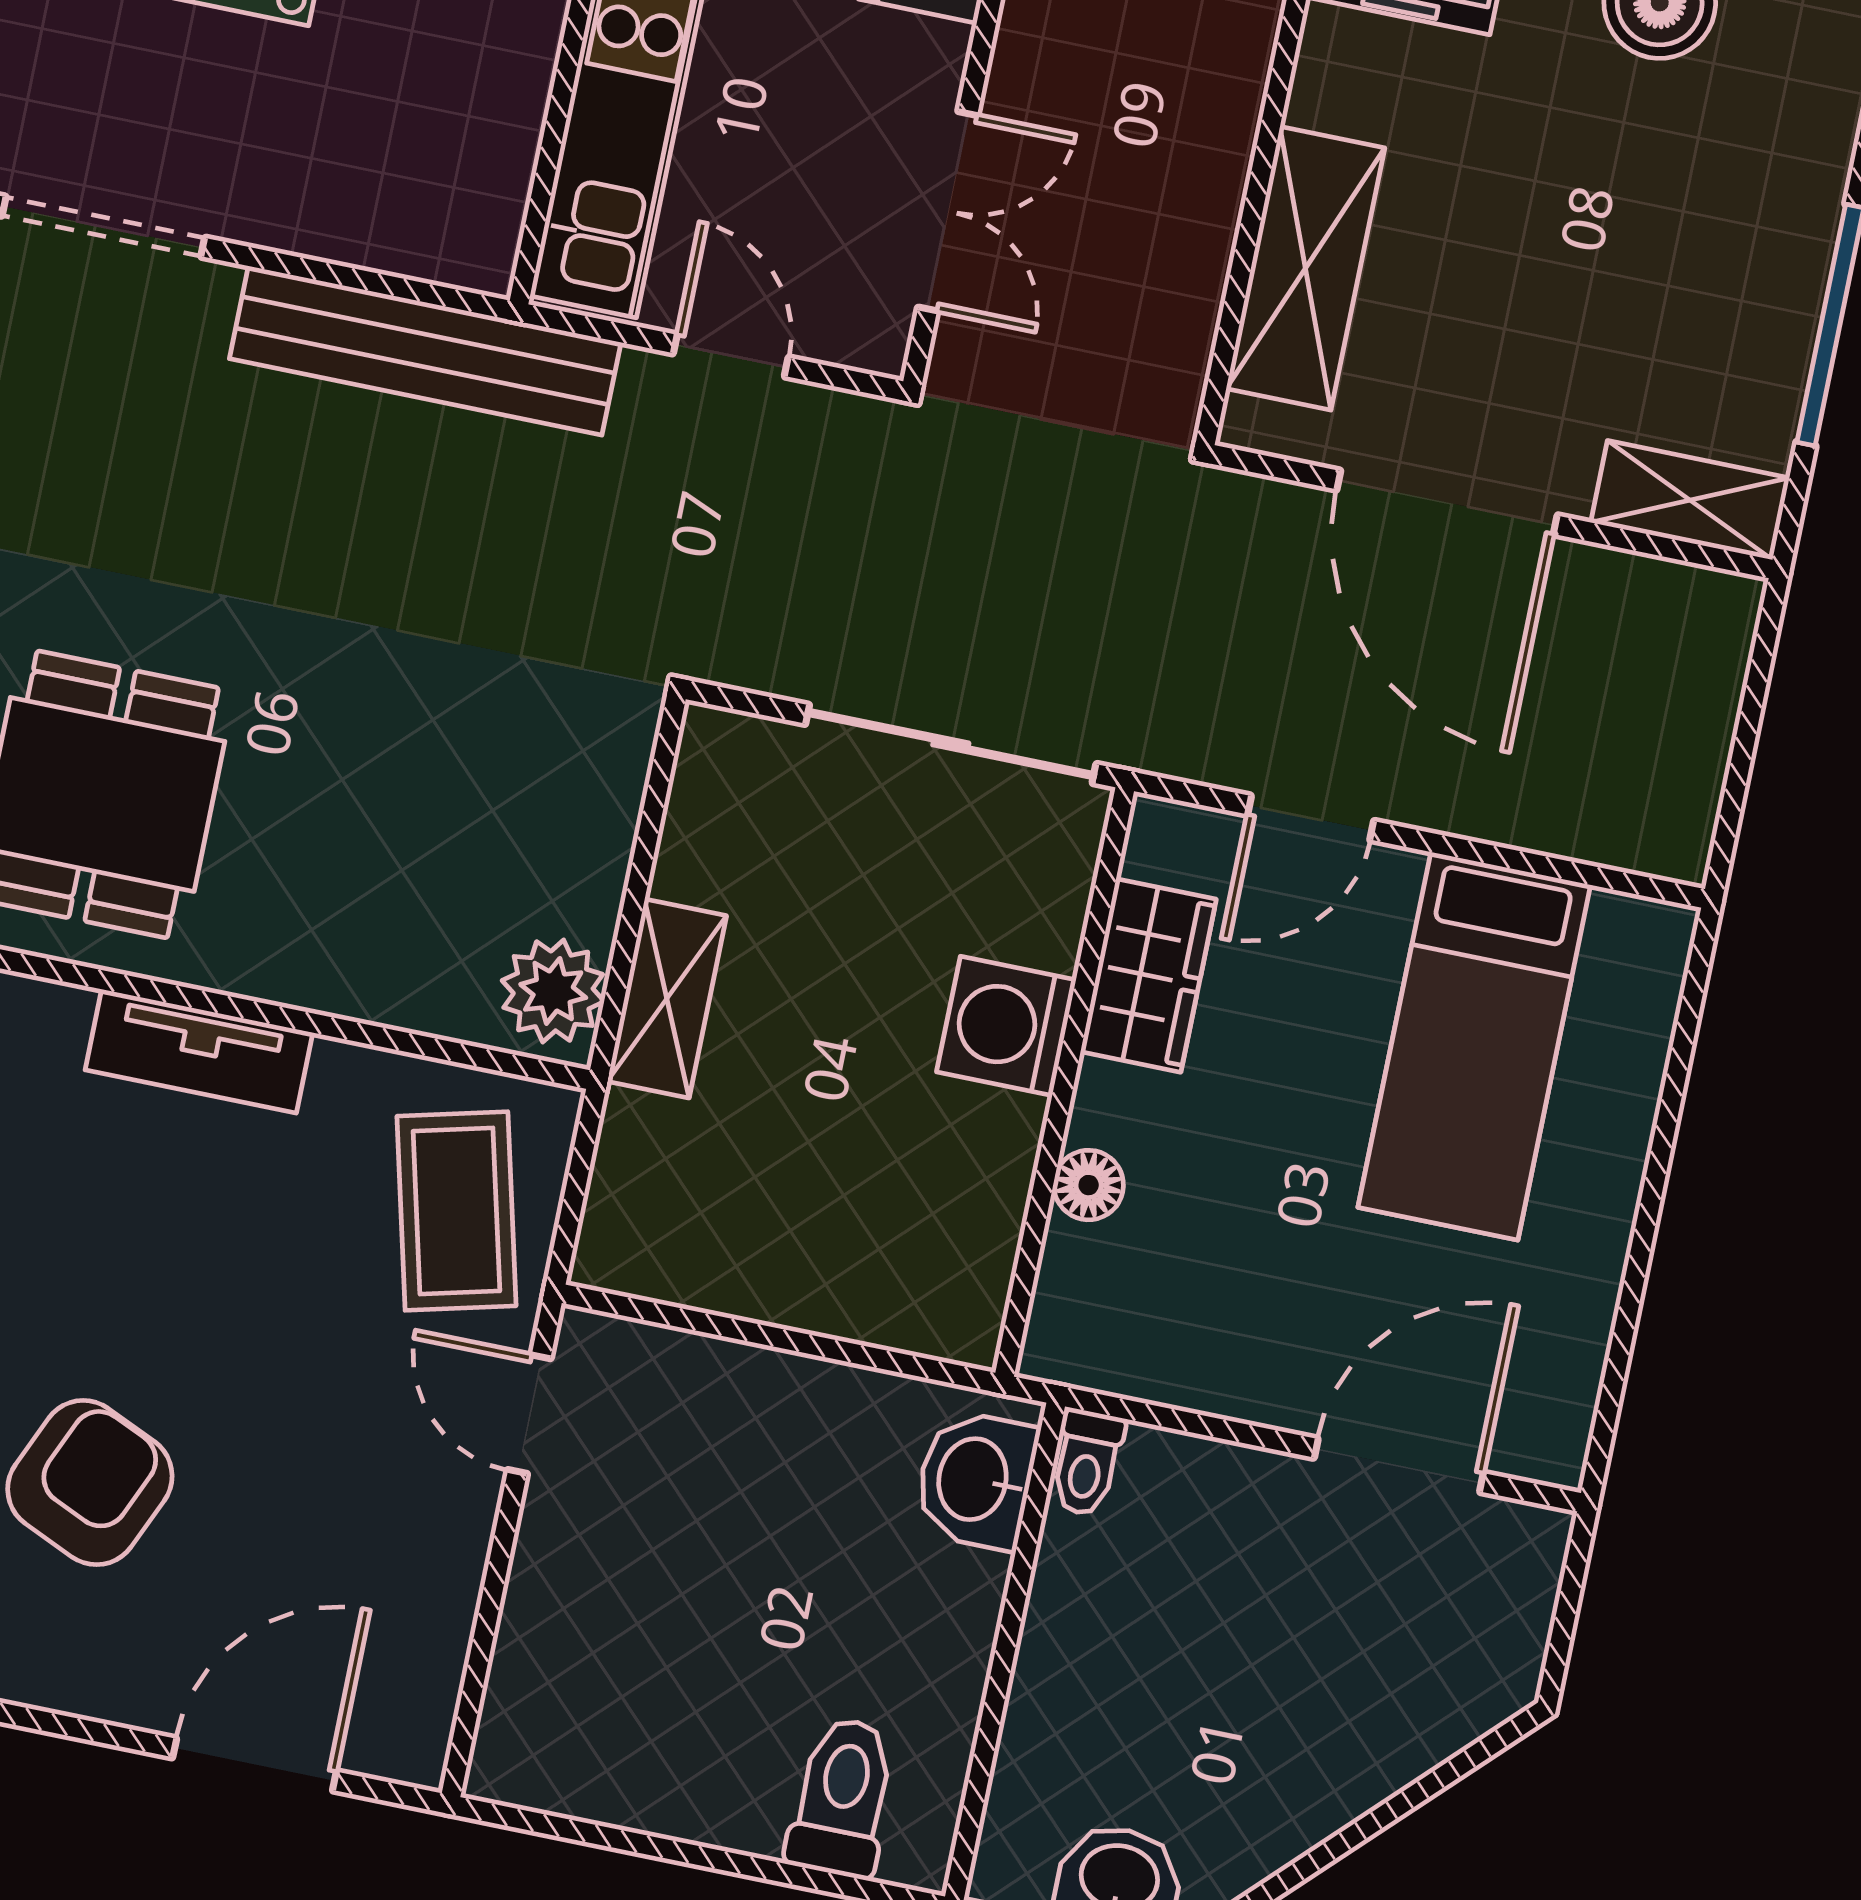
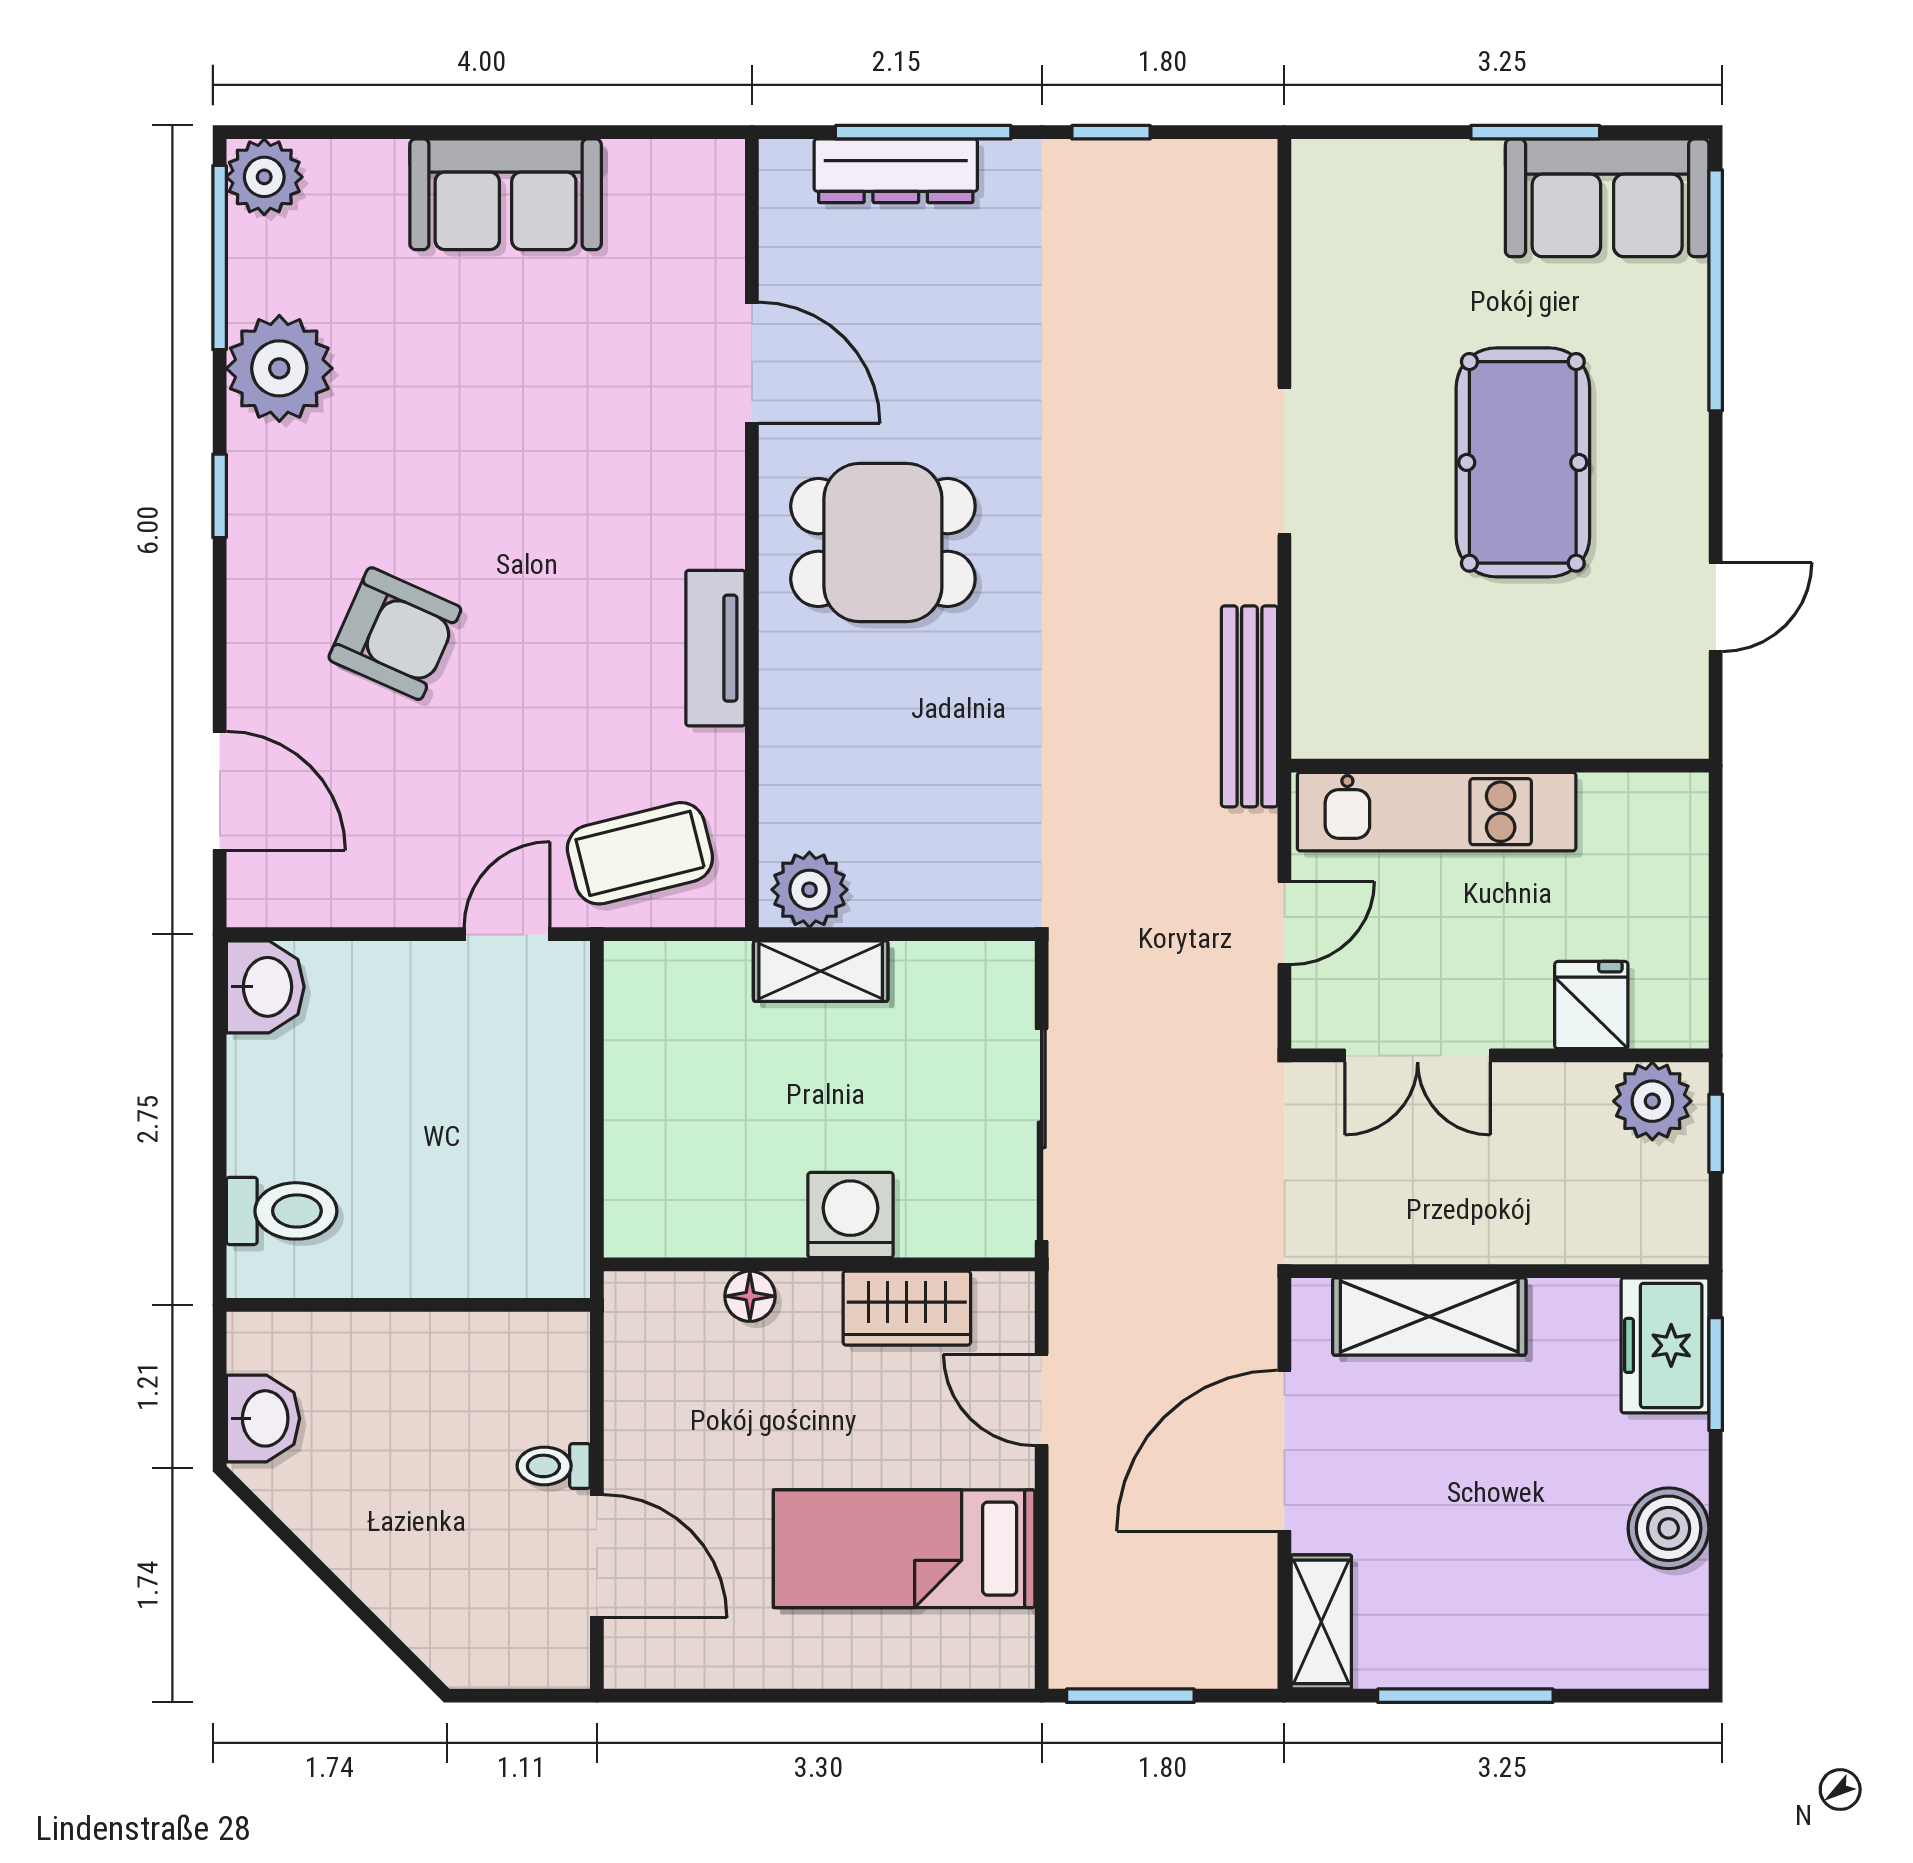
bench: (425, 351) -> (1249, 706), width x0.73, depth x0.82
window: (1737, 780) -> (1130, 1696), added
toilet: (1087, 1463) -> (554, 1466), moved
washbasin: (976, 1480) -> (265, 987), moved, turned 90

